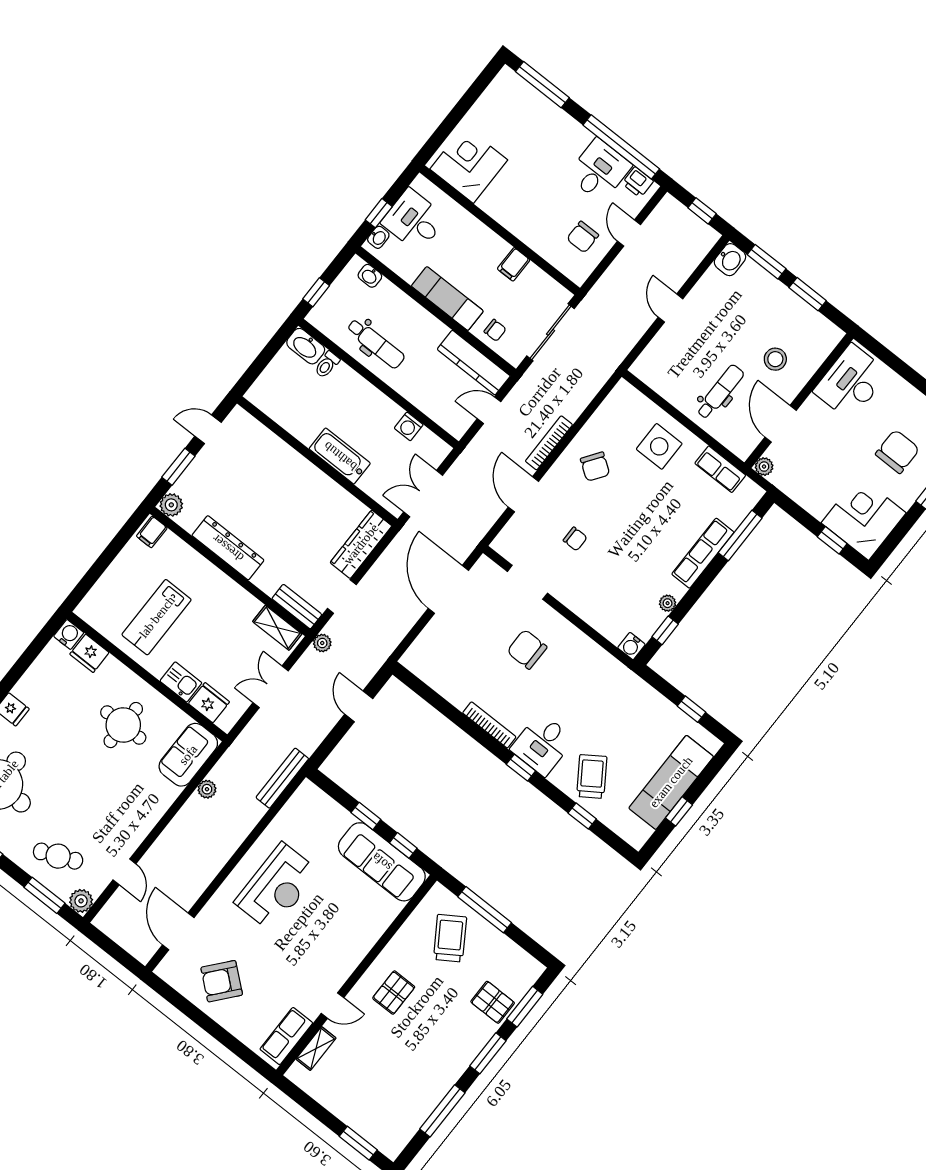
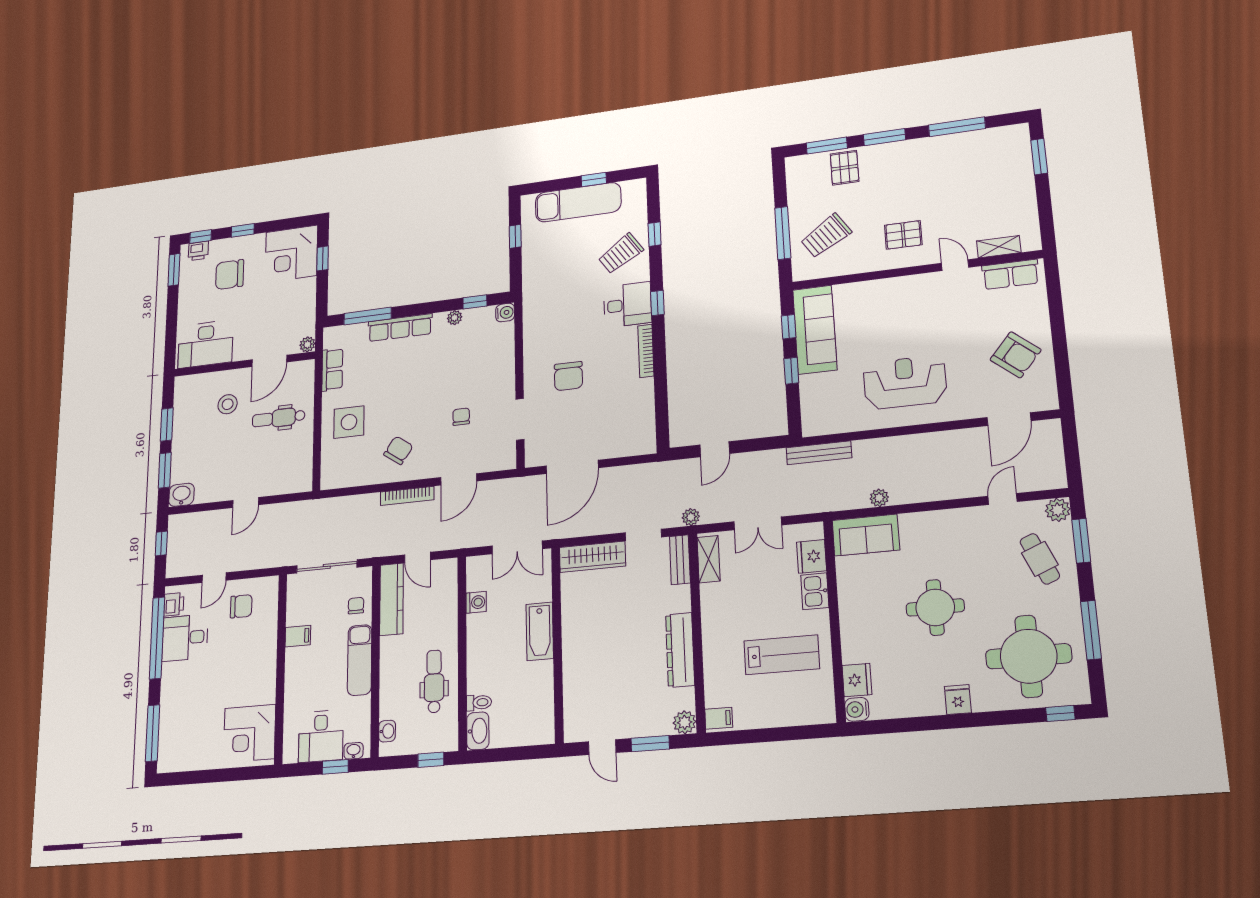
round table: (123, 725) -> (935, 607), moved

